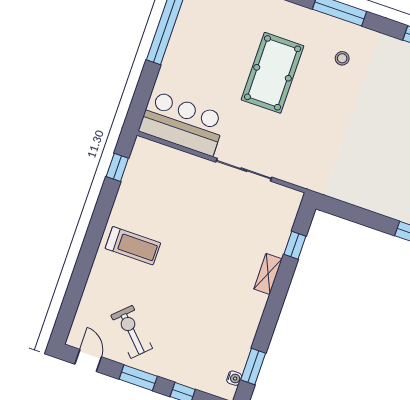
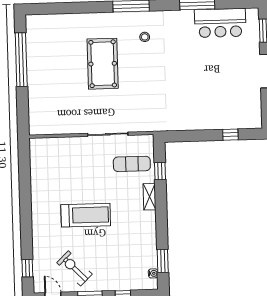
bar counter: (182, 123) -> (56, 119), removed
window: (117, 167) -> (27, 268), moved
exercise mat: (261, 221) -> (132, 164), added
treadmill: (133, 246) -> (86, 215), moved, width x1.37, depth x1.38

